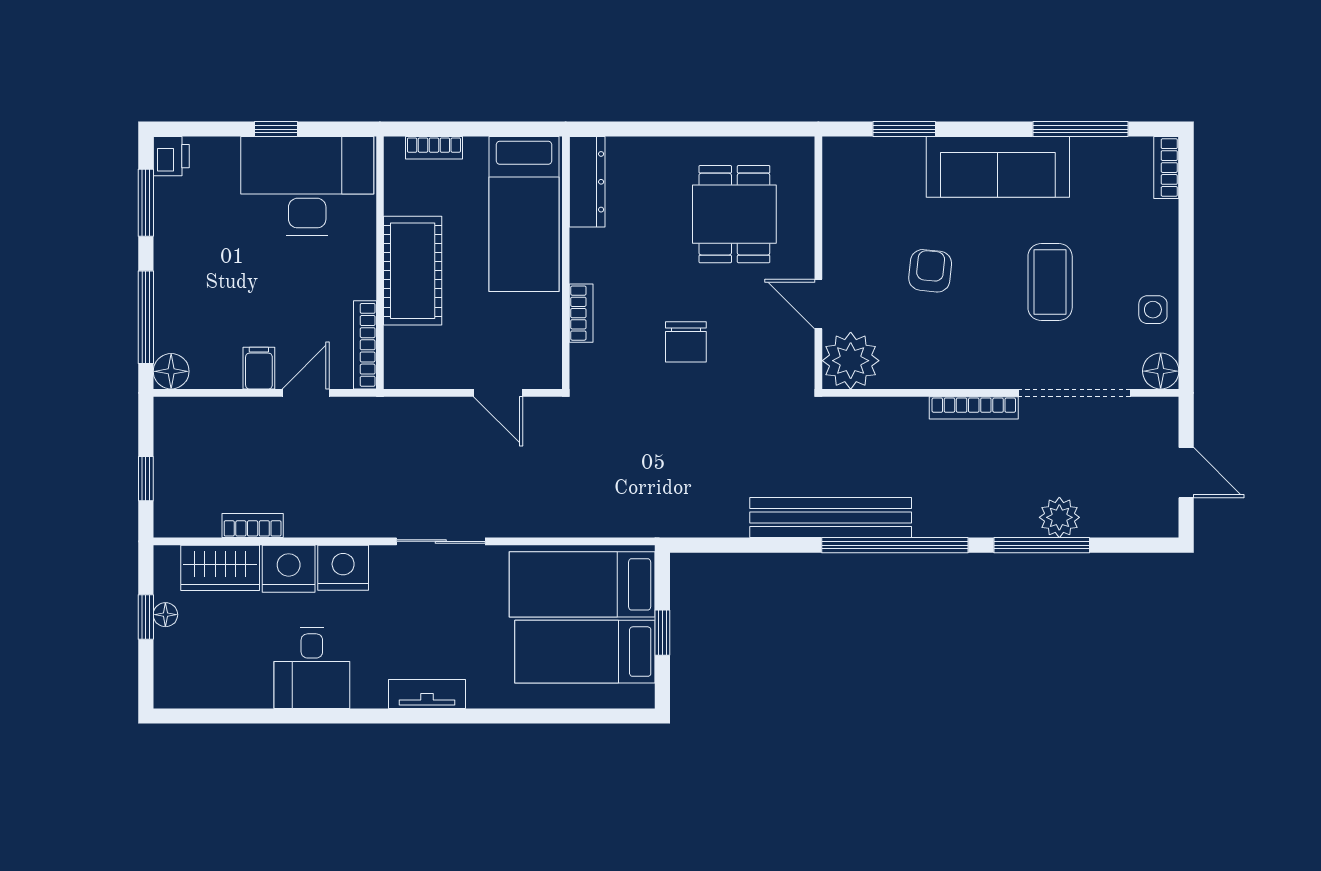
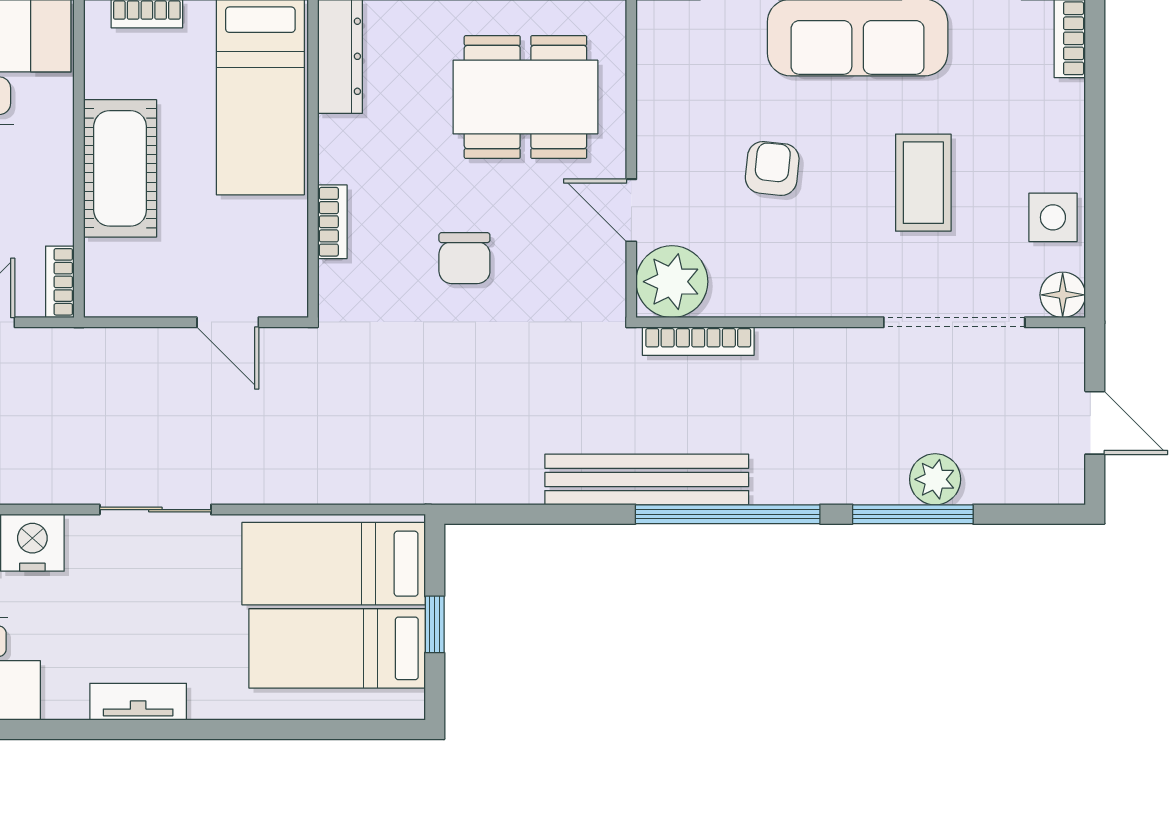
dining table: (734, 214) -> (525, 97), width x1.38
side table: (1153, 310) -> (1053, 217), width x1.37, depth x1.37
bookcase: (365, 345) -> (60, 282), width x0.64
bookcase: (974, 408) -> (698, 341), moved

